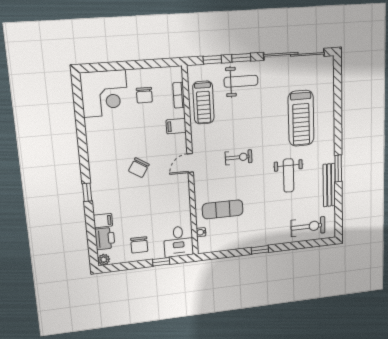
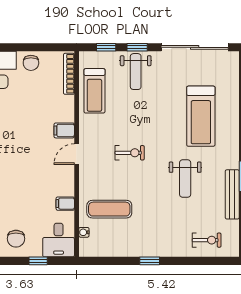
weight bench: (241, 81) -> (136, 72), turned 90
chair: (144, 95) -> (31, 63), moved
bookcase: (179, 95) -> (69, 74), width x1.56
filing cabinet: (176, 126) -> (64, 130), moved
chair: (139, 168) -> (22, 154), removed
filing cabinet: (182, 209) -> (65, 204), added
exercise bike: (308, 227) -> (207, 240), width x0.73, depth x0.72

